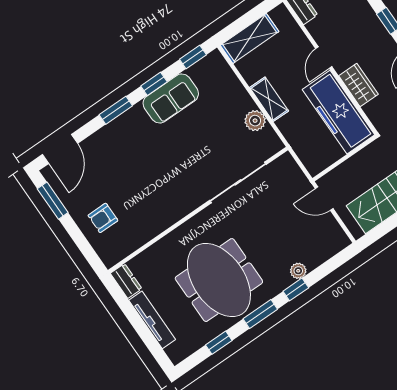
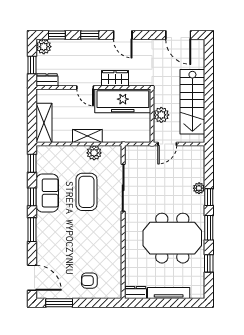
coffee table: (204, 143) -> (86, 192), added
plant: (353, 168) -> (161, 115), added
armchair: (103, 218) -> (89, 281), turned 90

